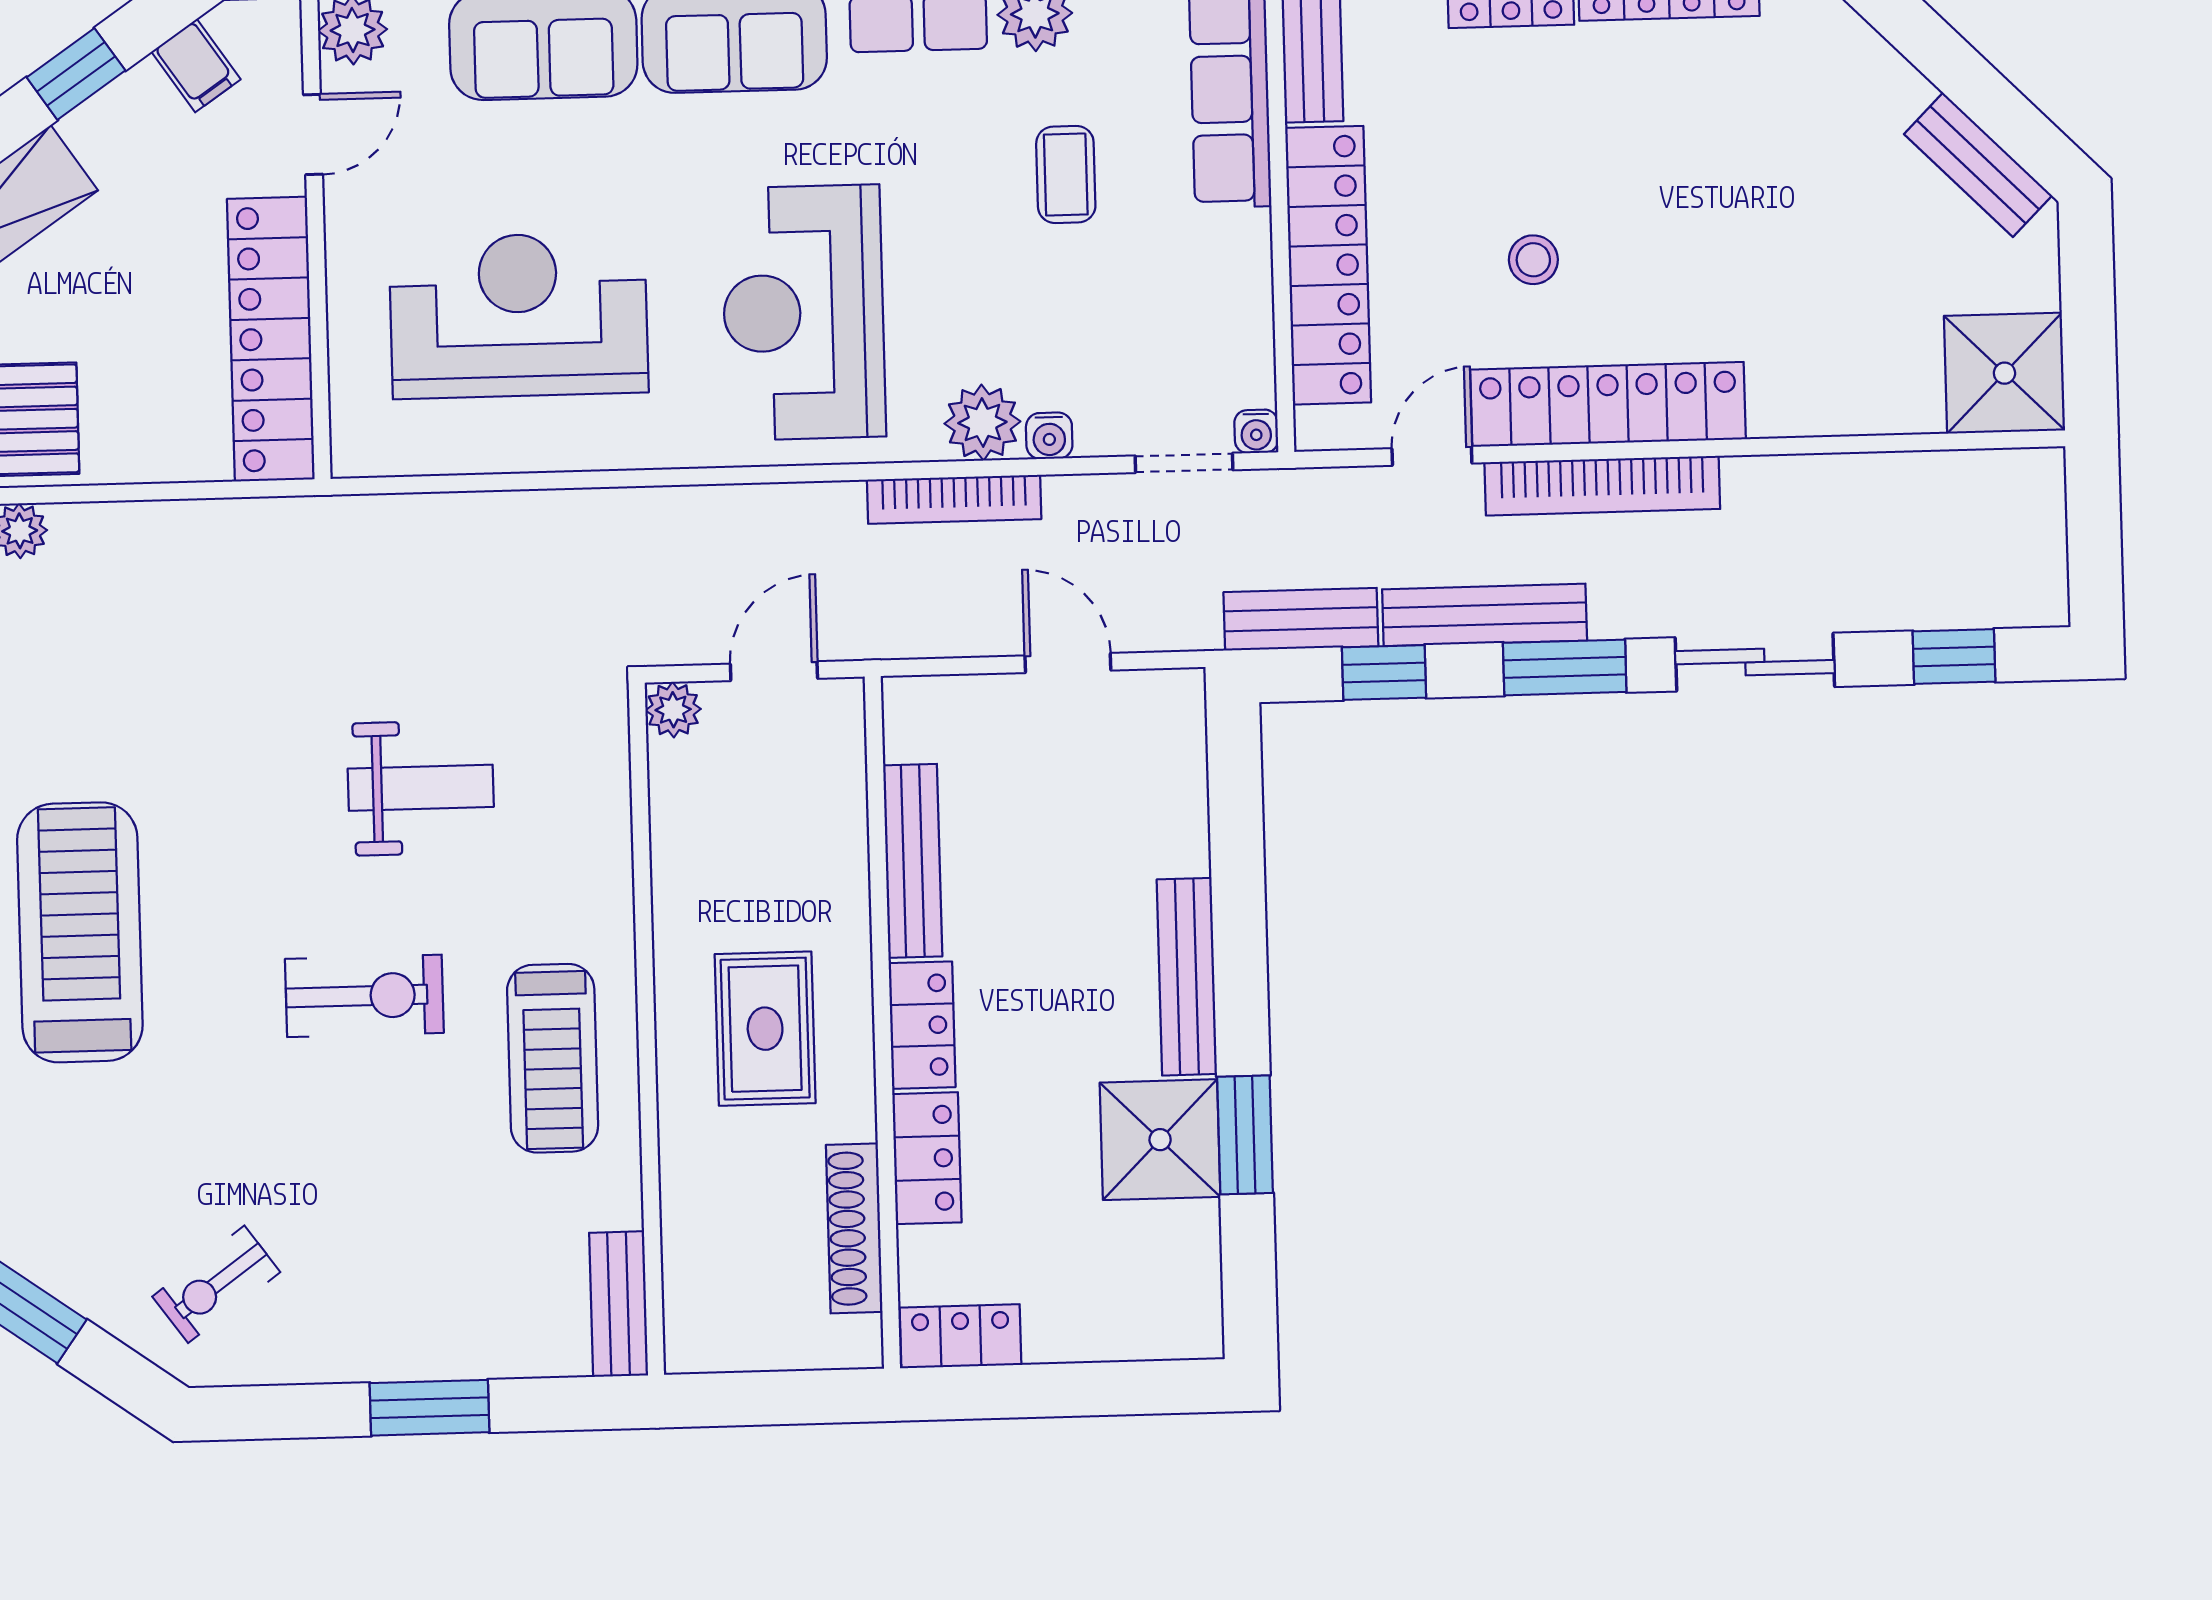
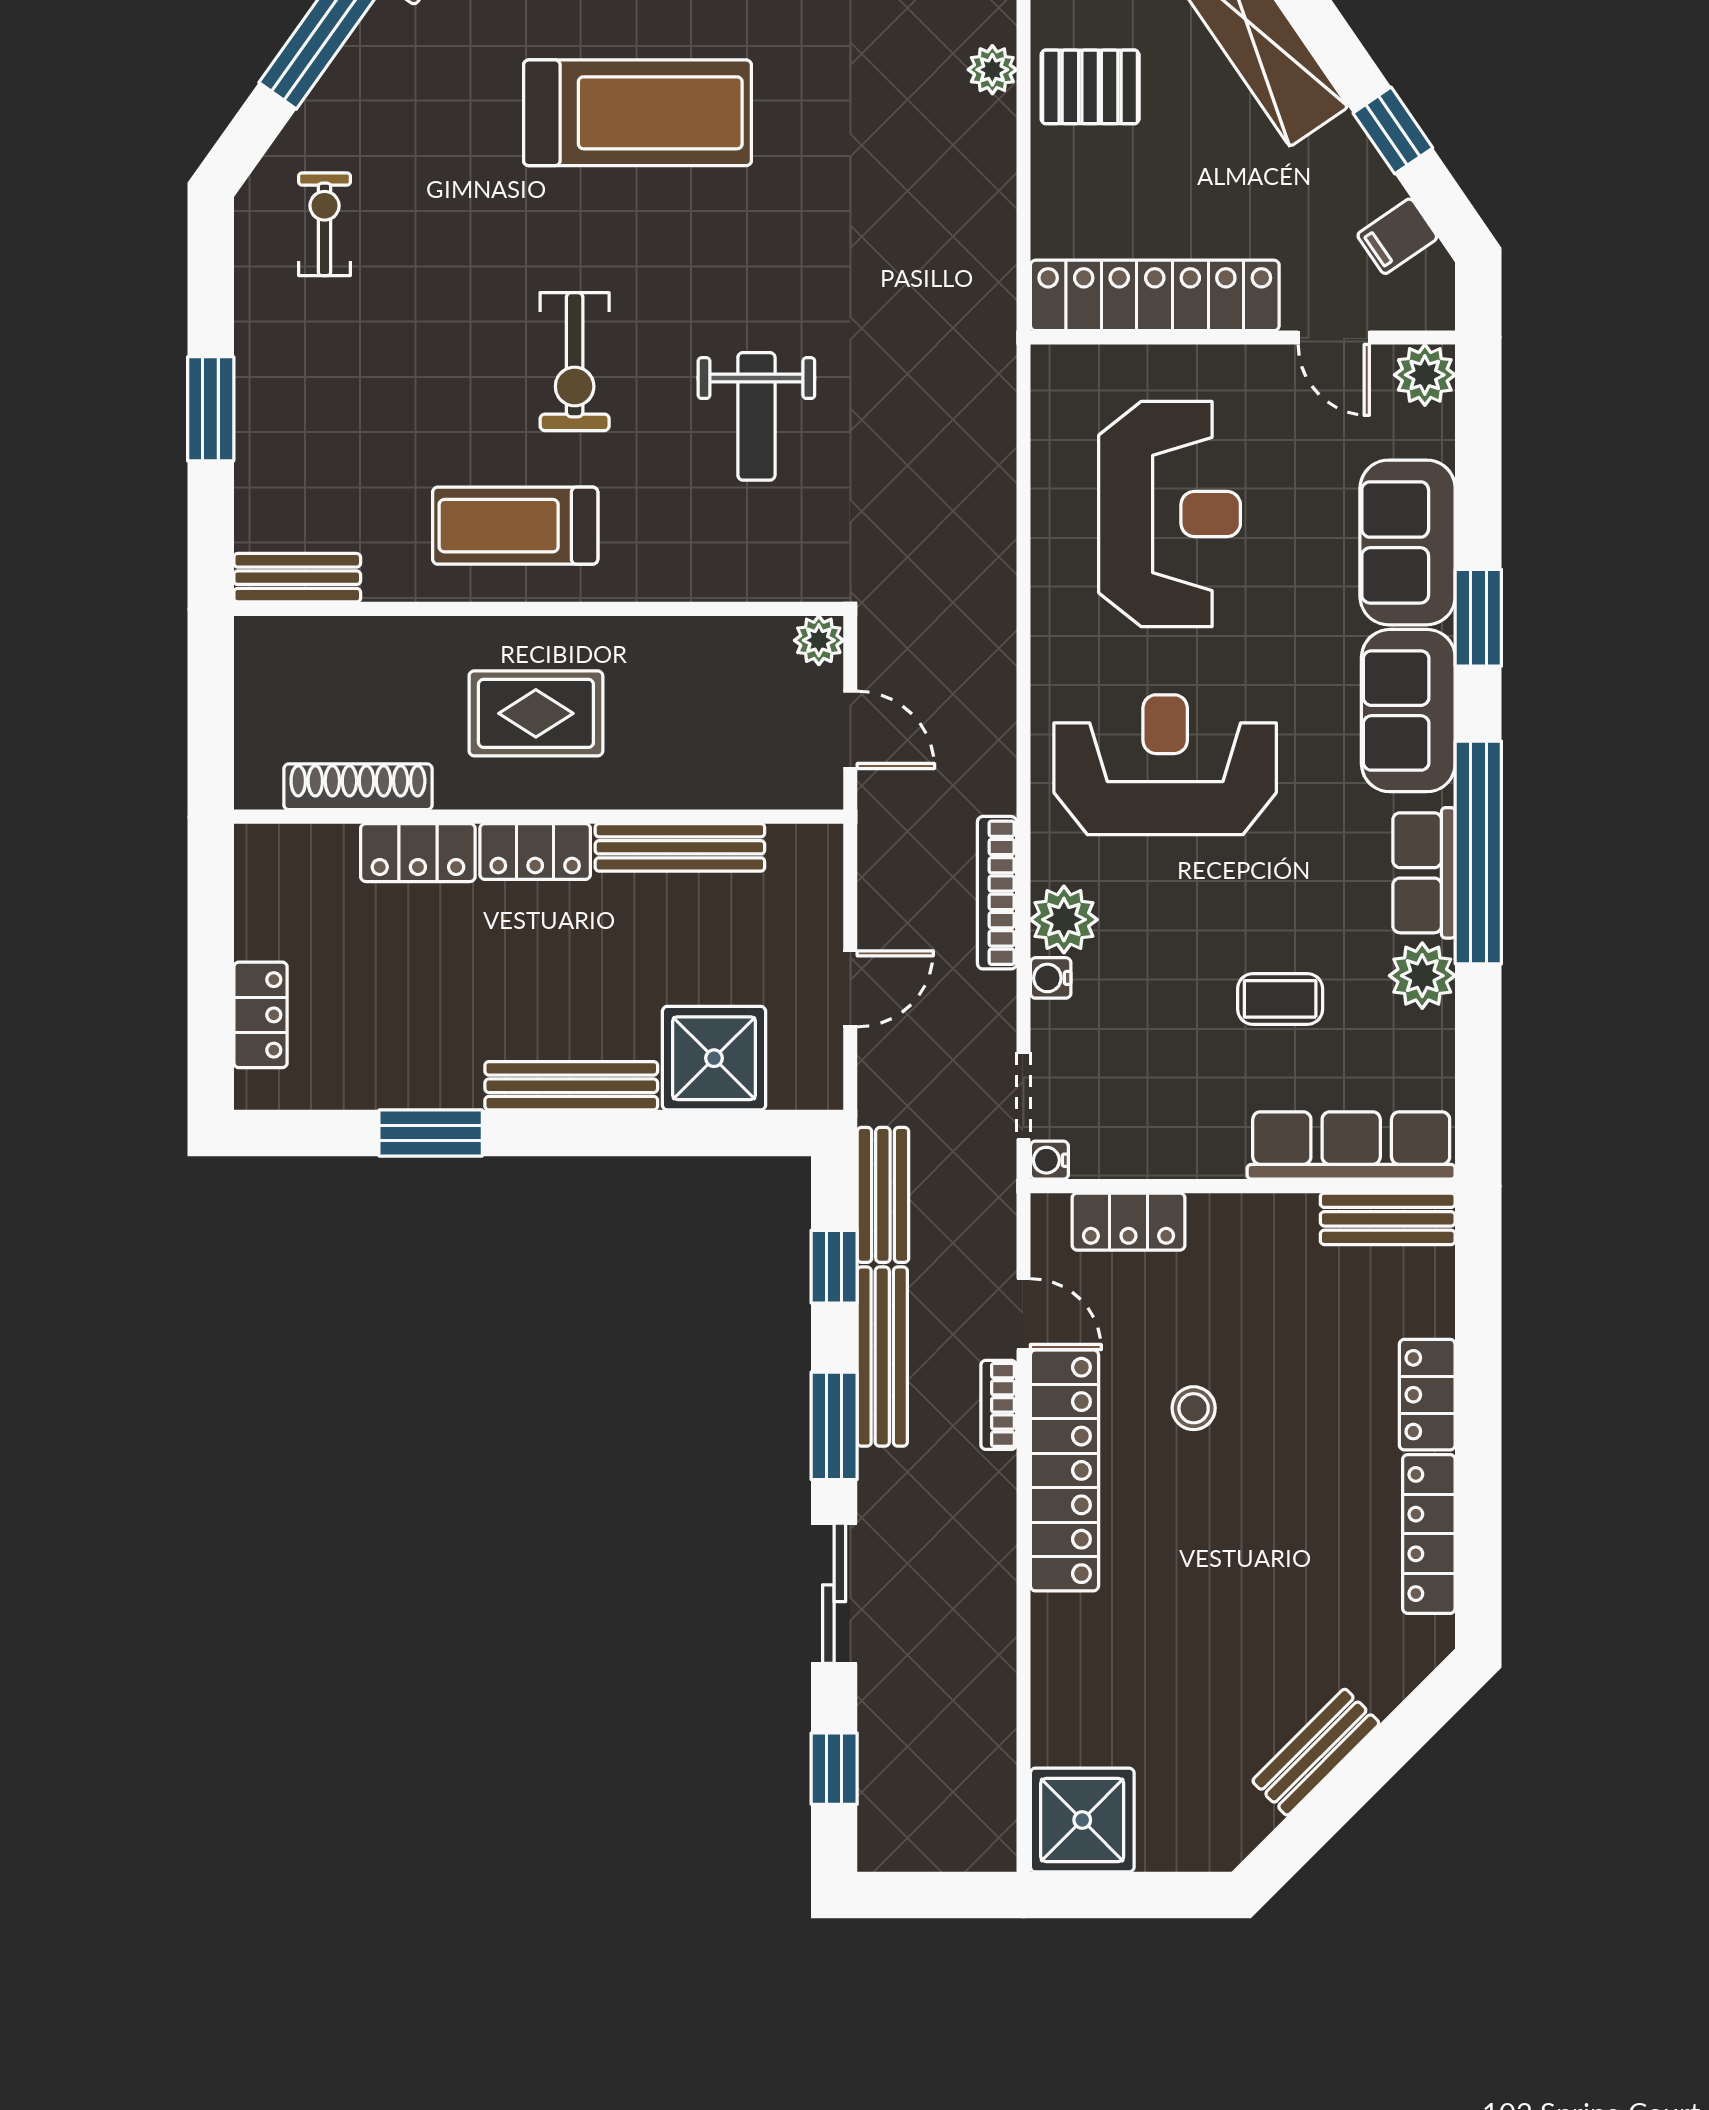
bench: (1978, 165) -> (1316, 1752), moved
locker: (1328, 265) -> (1128, 1222), width x0.46, depth x0.83
bookcase: (1602, 486) -> (999, 1405), width x0.43, depth x0.76
shower: (1160, 1140) -> (714, 1058), moved
exercise bike: (216, 1284) -> (324, 224), turned 36
locker: (960, 1336) -> (260, 1015), moved

